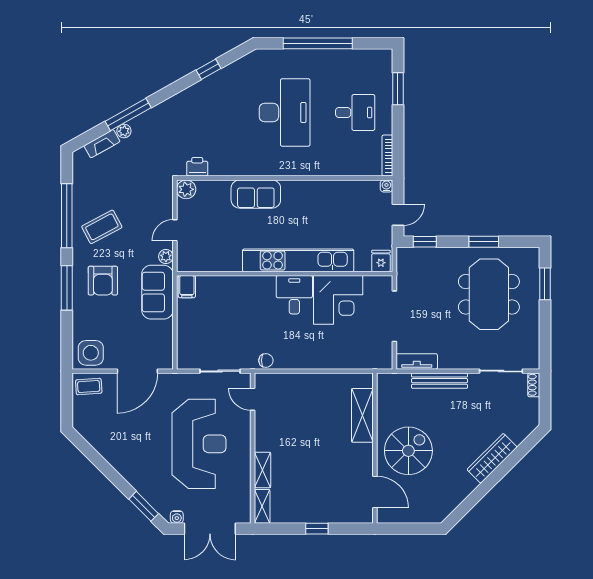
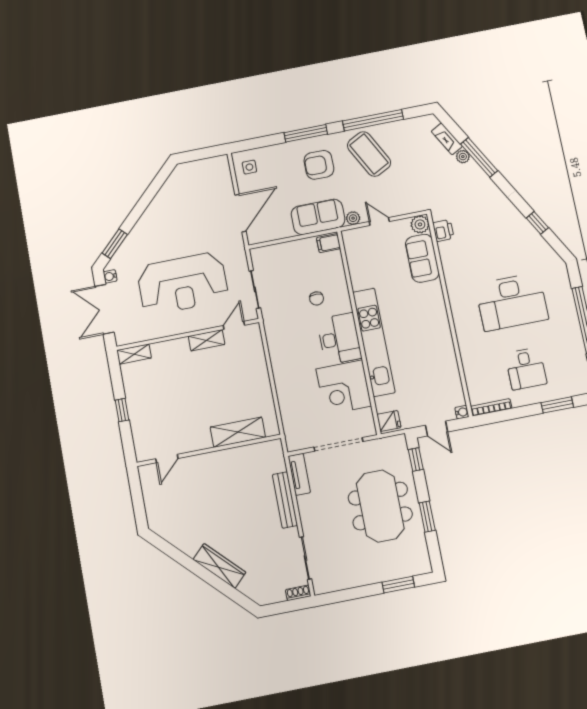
sofa: (256, 194) -> (422, 258), moved
coffee table: (102, 227) -> (369, 154), width x1.36, depth x1.32
meeting table: (489, 294) -> (380, 506), moved, turned 90
desk: (294, 295) -> (339, 339), width x1.37
side table: (91, 353) -> (249, 167), width x0.54, depth x0.54
chair: (266, 360) -> (317, 298), moved
door: (137, 371) -> (240, 213), swing flipped
coffee table: (89, 387) -> (218, 171), removed
spiral stairs: (408, 451) -> (212, 483), removed
shelving: (263, 470) -> (207, 340), moved
door: (375, 492) -> (167, 459), width x0.73

